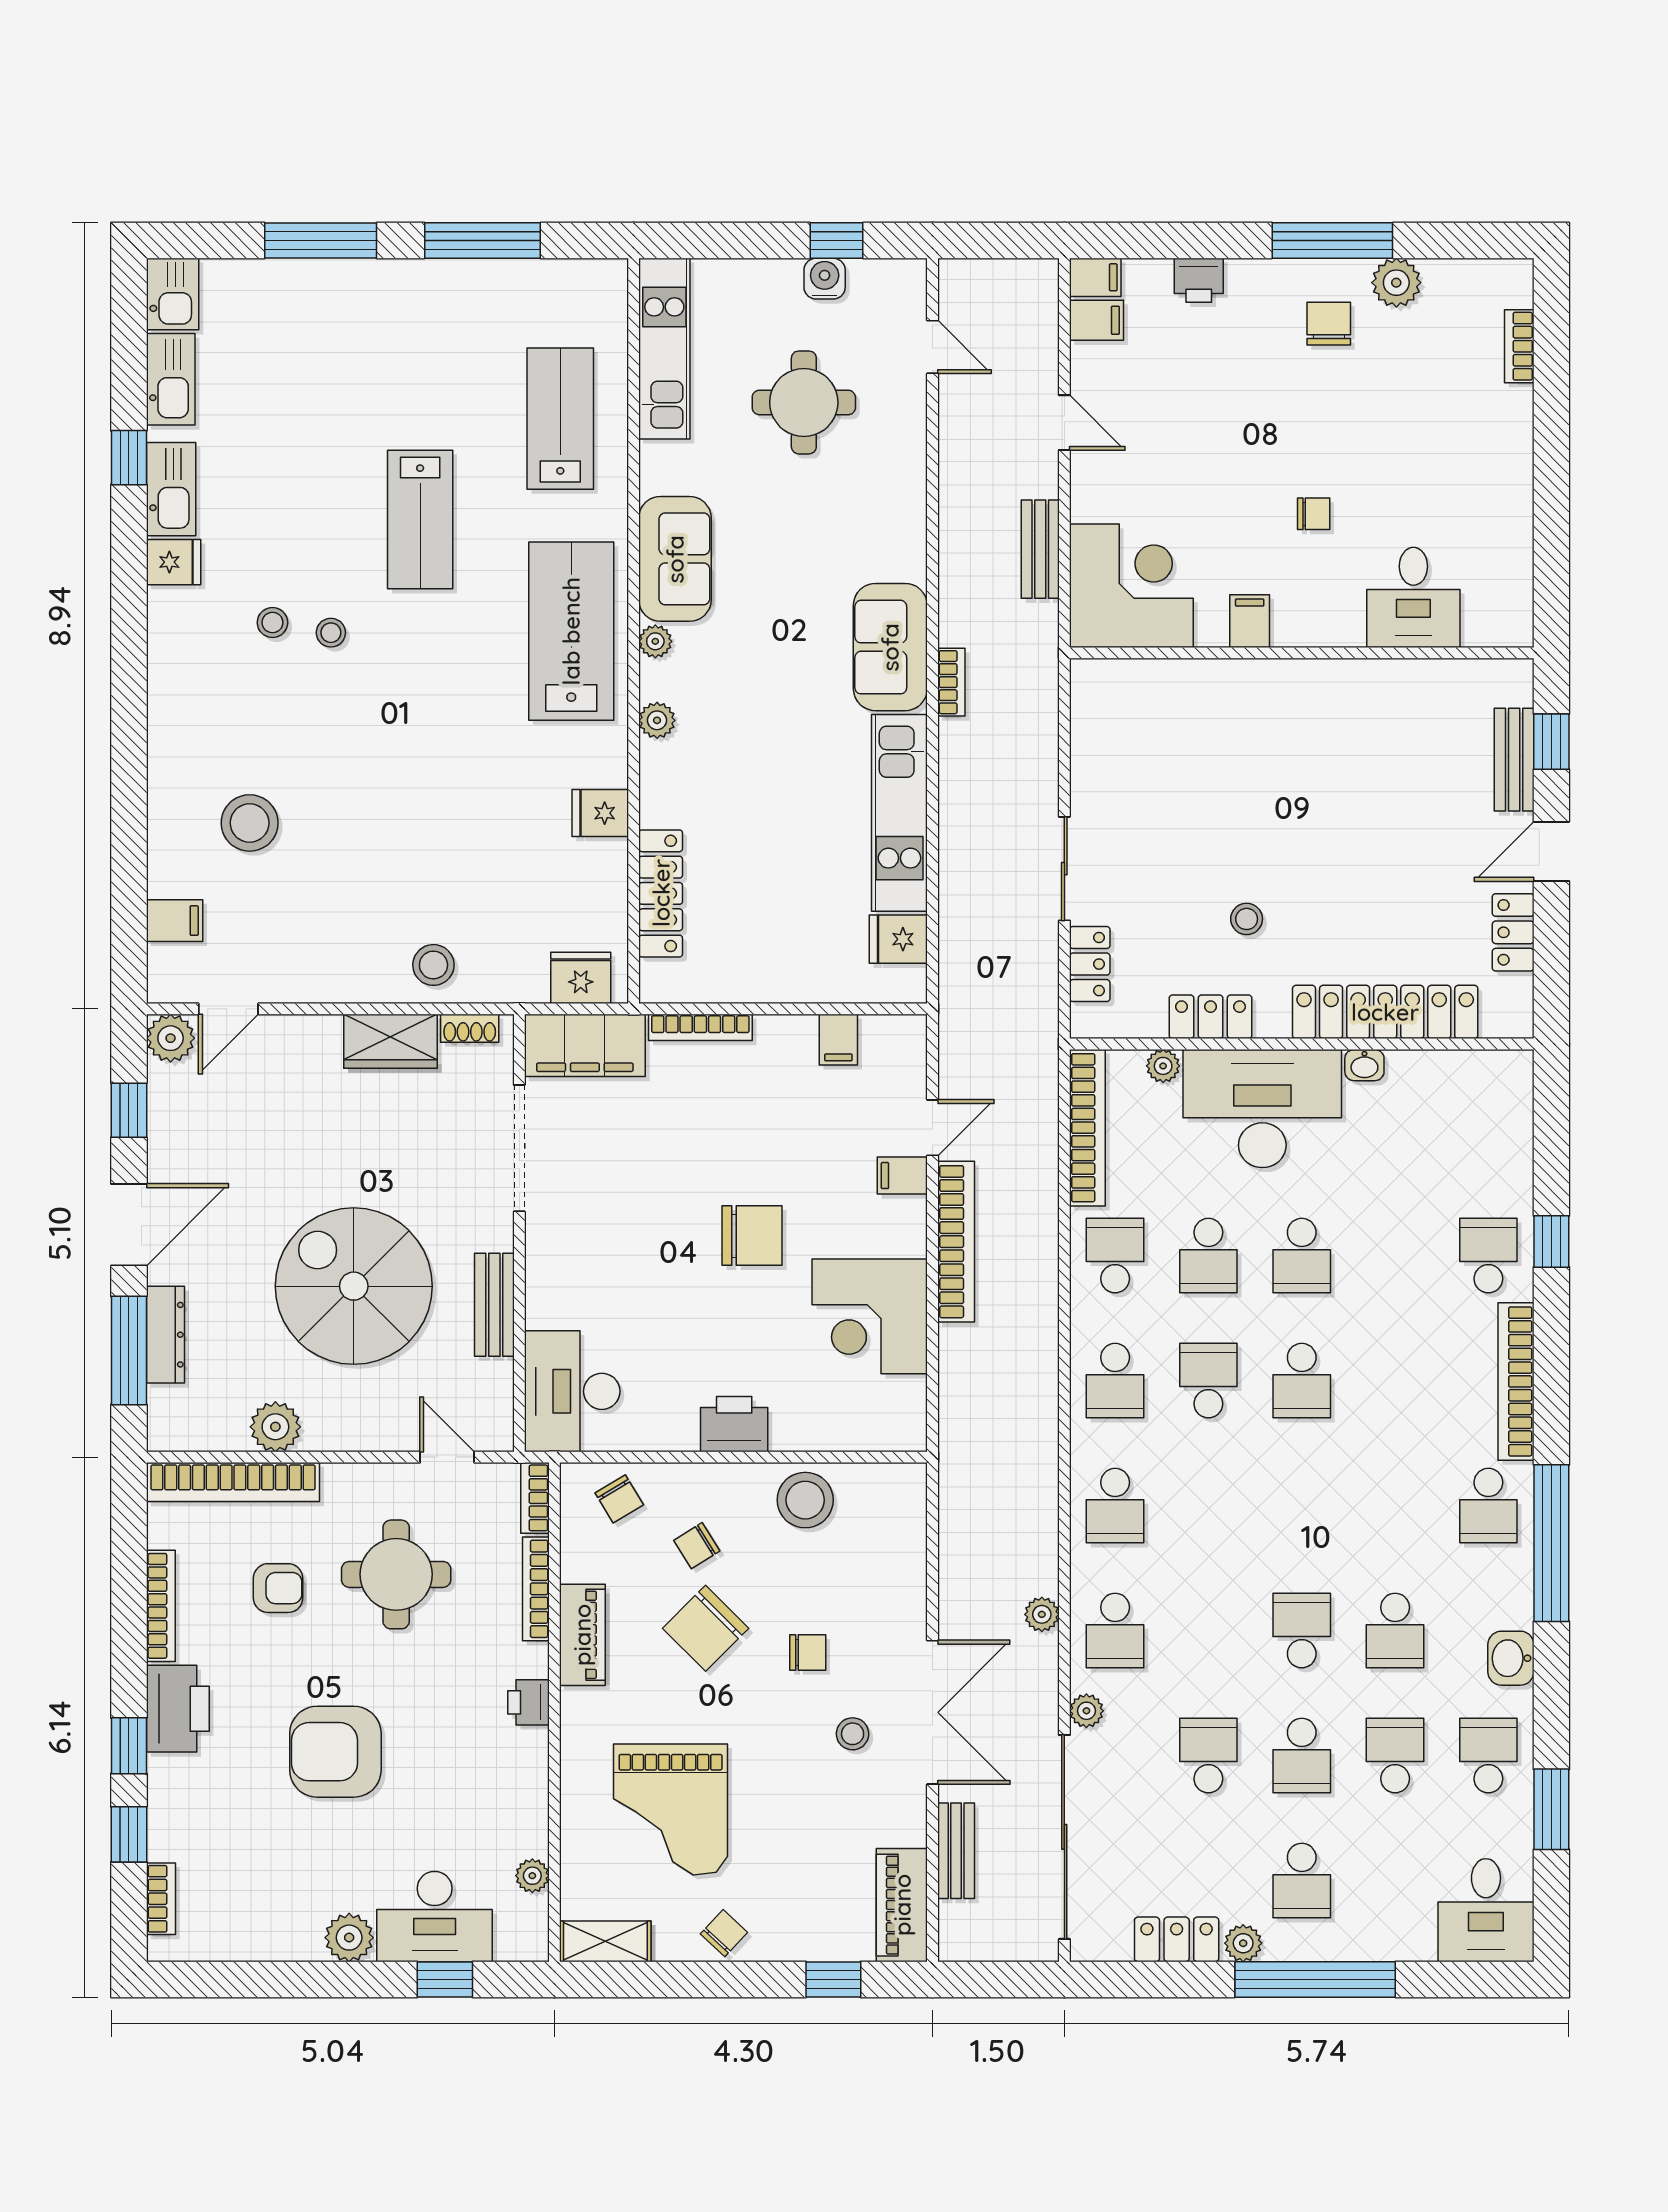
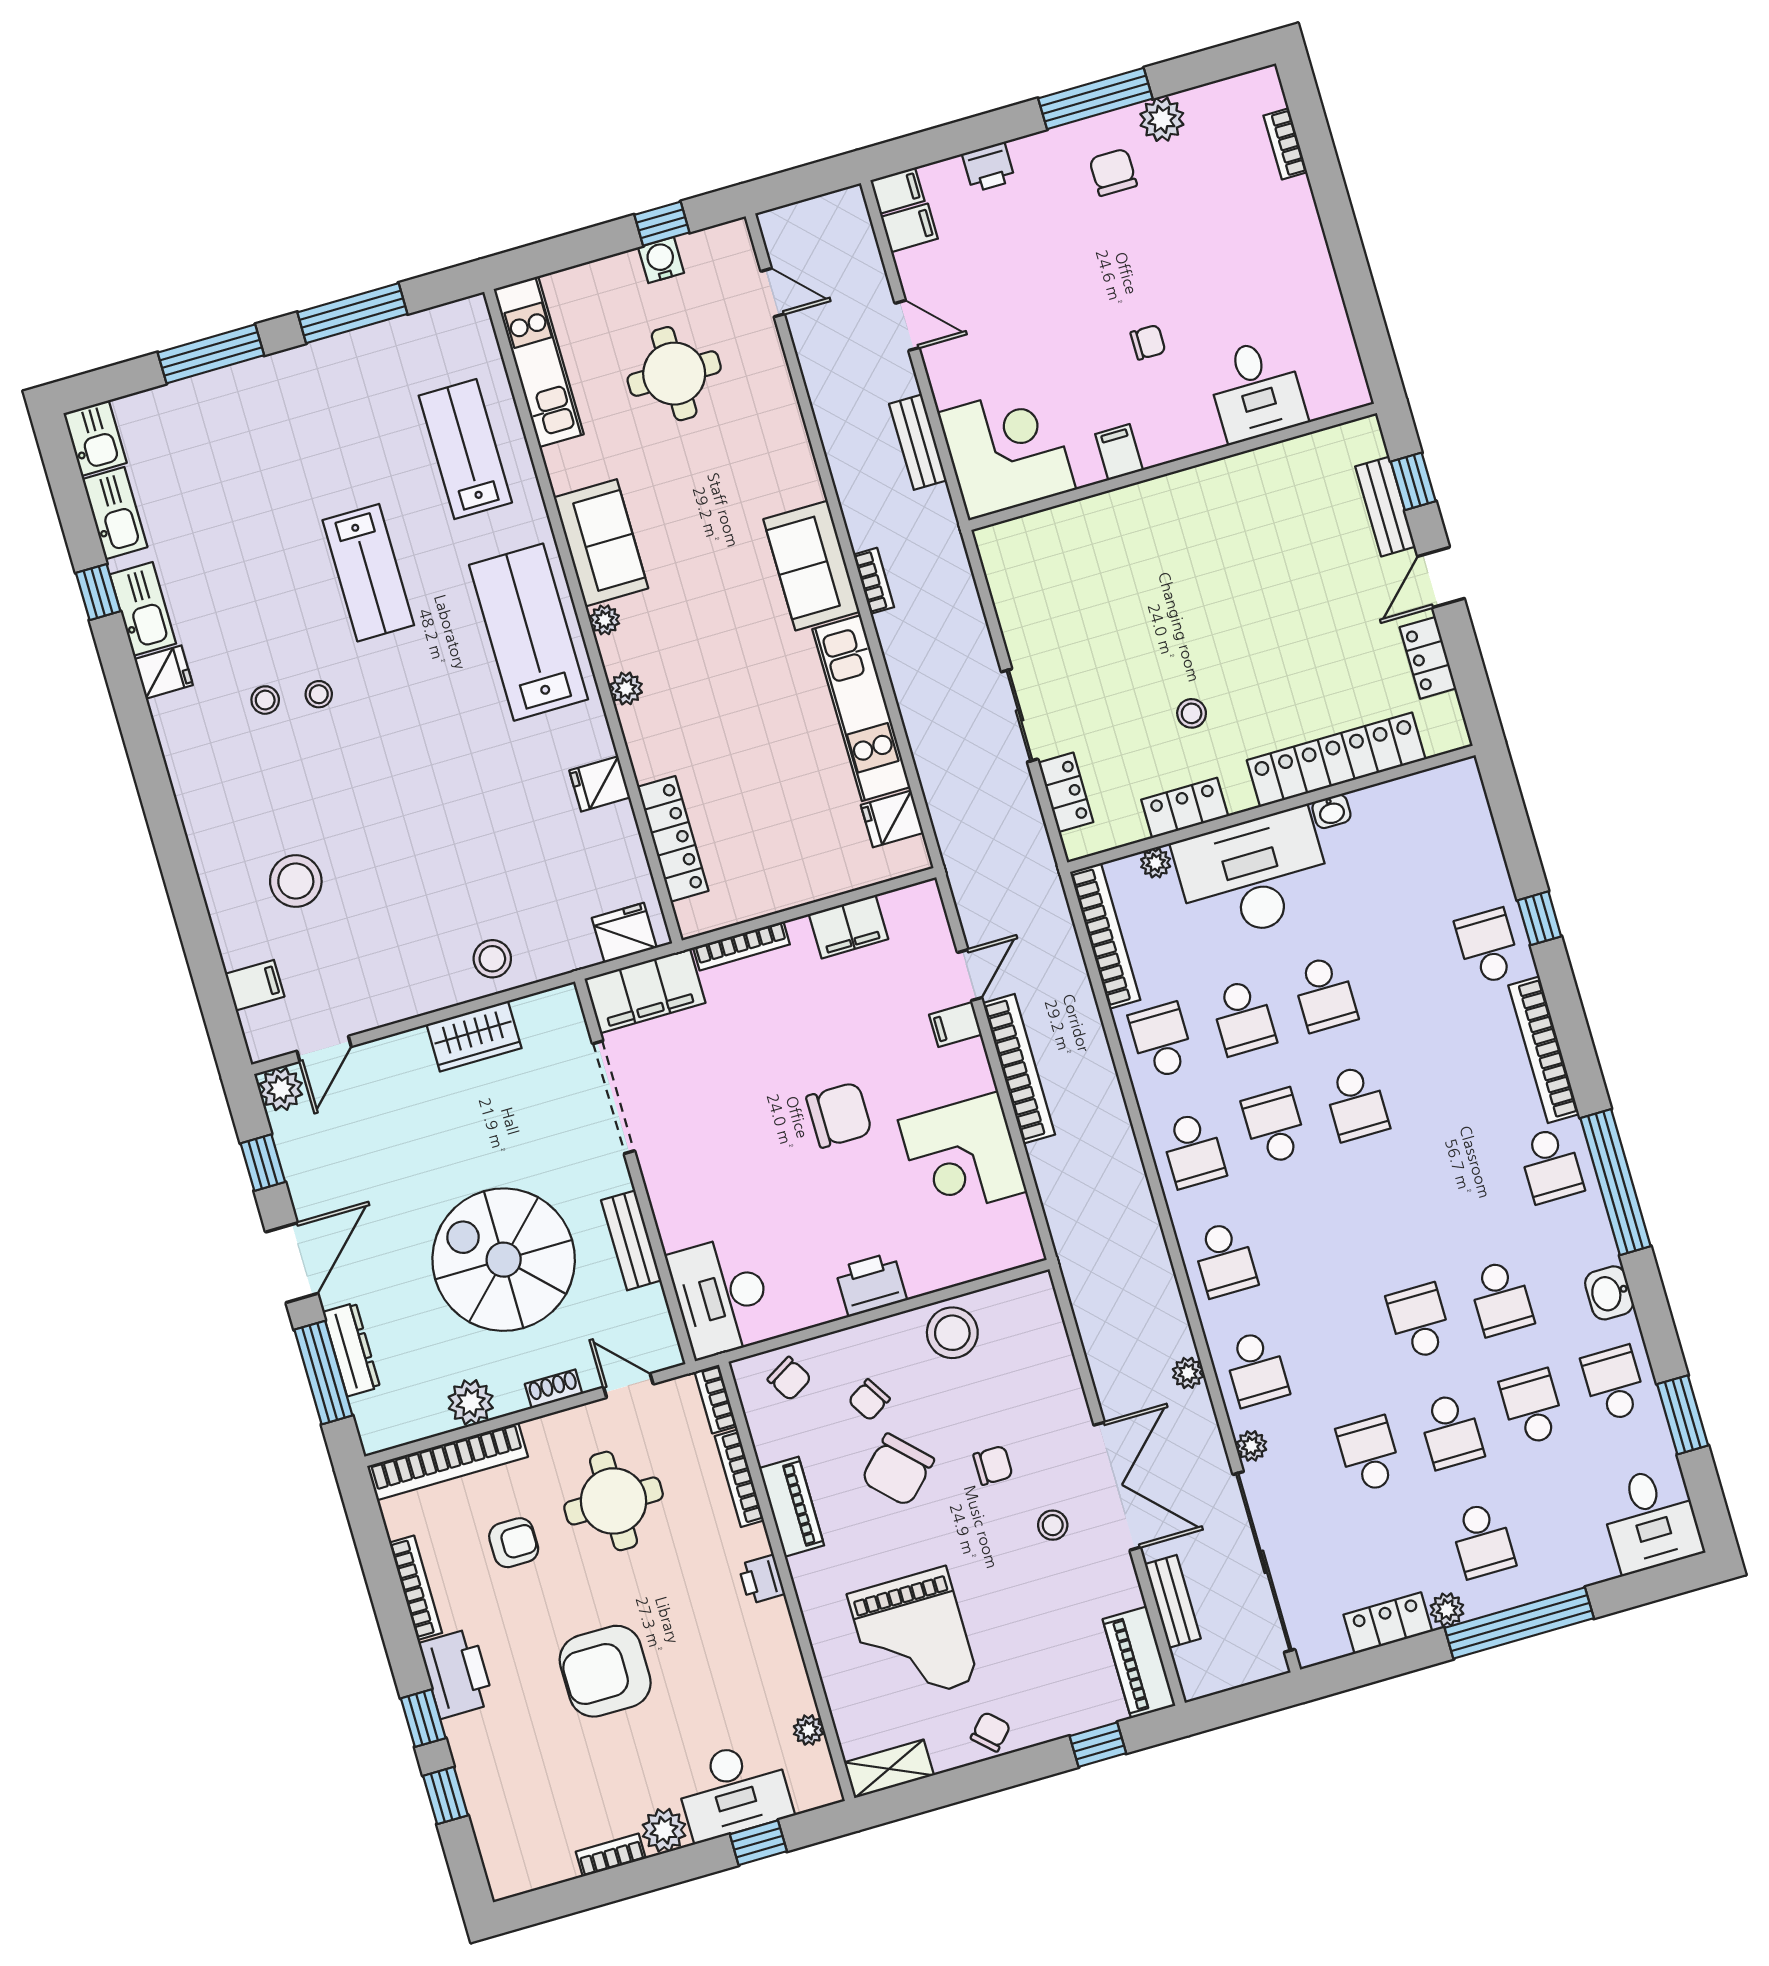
shoe rack: (470, 1028) -> (554, 1389), moved, turned 180
filing cabinet: (838, 1040) -> (848, 927), width x2.00
bookcase: (161, 1899) -> (611, 1855), moved, turned -90

